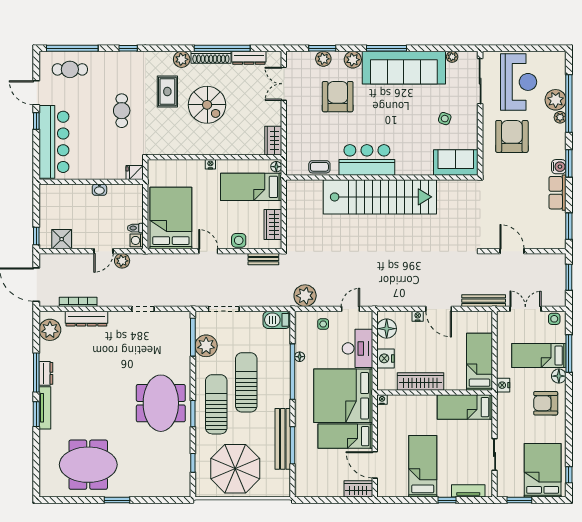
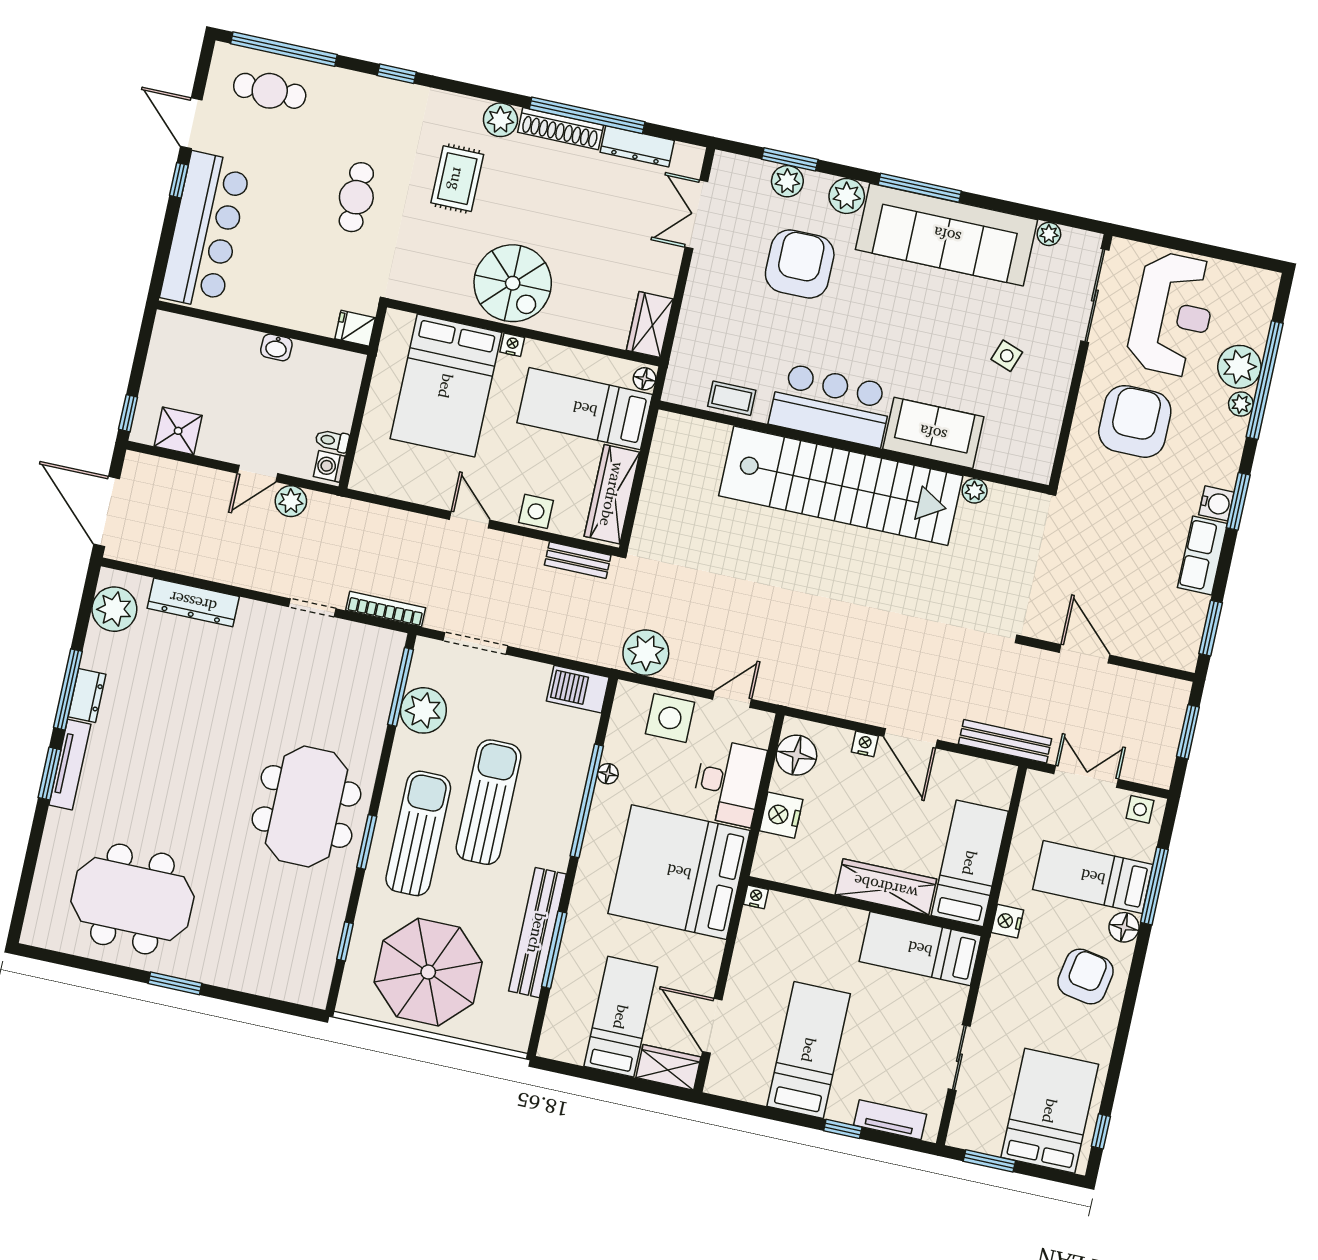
spiral stairs: (207, 105) -> (513, 283), moved
sofa: (456, 162) -> (933, 433), moved
plant: (443, 186) -> (975, 491), added
bed: (171, 218) -> (446, 386), moved, turned 180
wardrobe: (273, 225) -> (612, 494), width x1.50
bookcase: (78, 302) -> (386, 609), moved
side table: (323, 324) -> (670, 718), width x1.87, depth x1.87
wardrobe: (421, 381) -> (886, 887), moved
armchair: (546, 403) -> (1085, 976), turned 100
bed: (345, 436) -> (621, 1017), moved, turned 90

